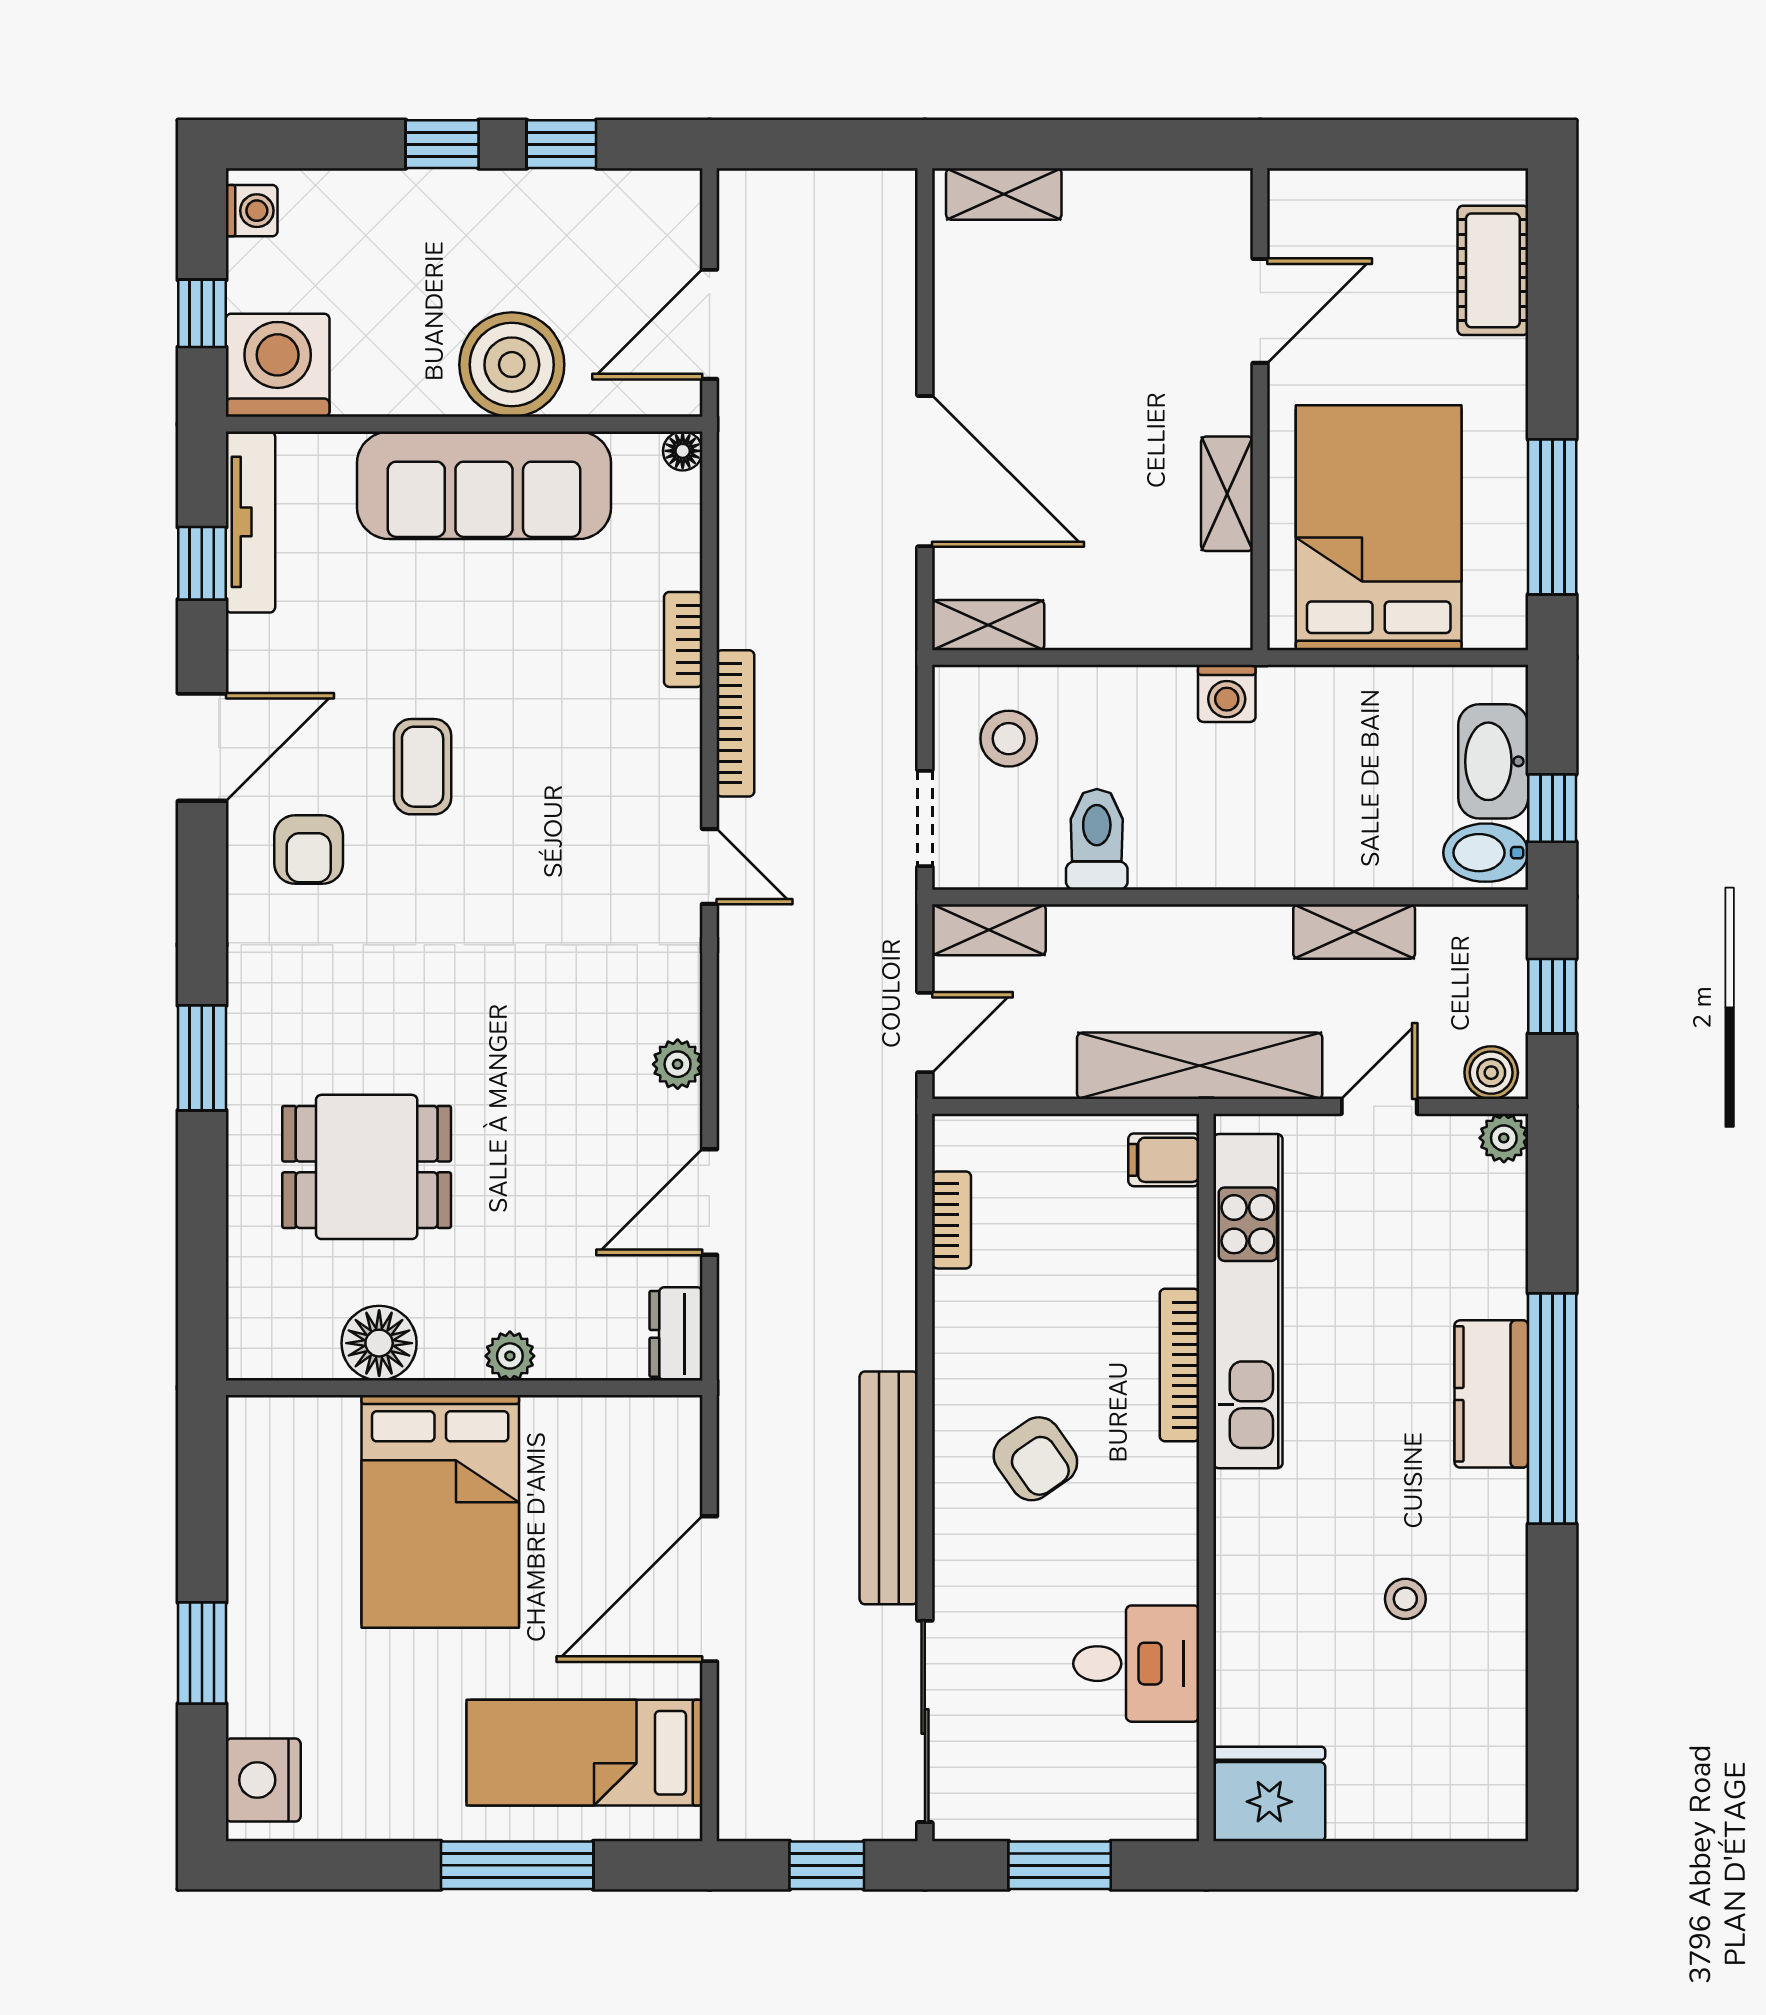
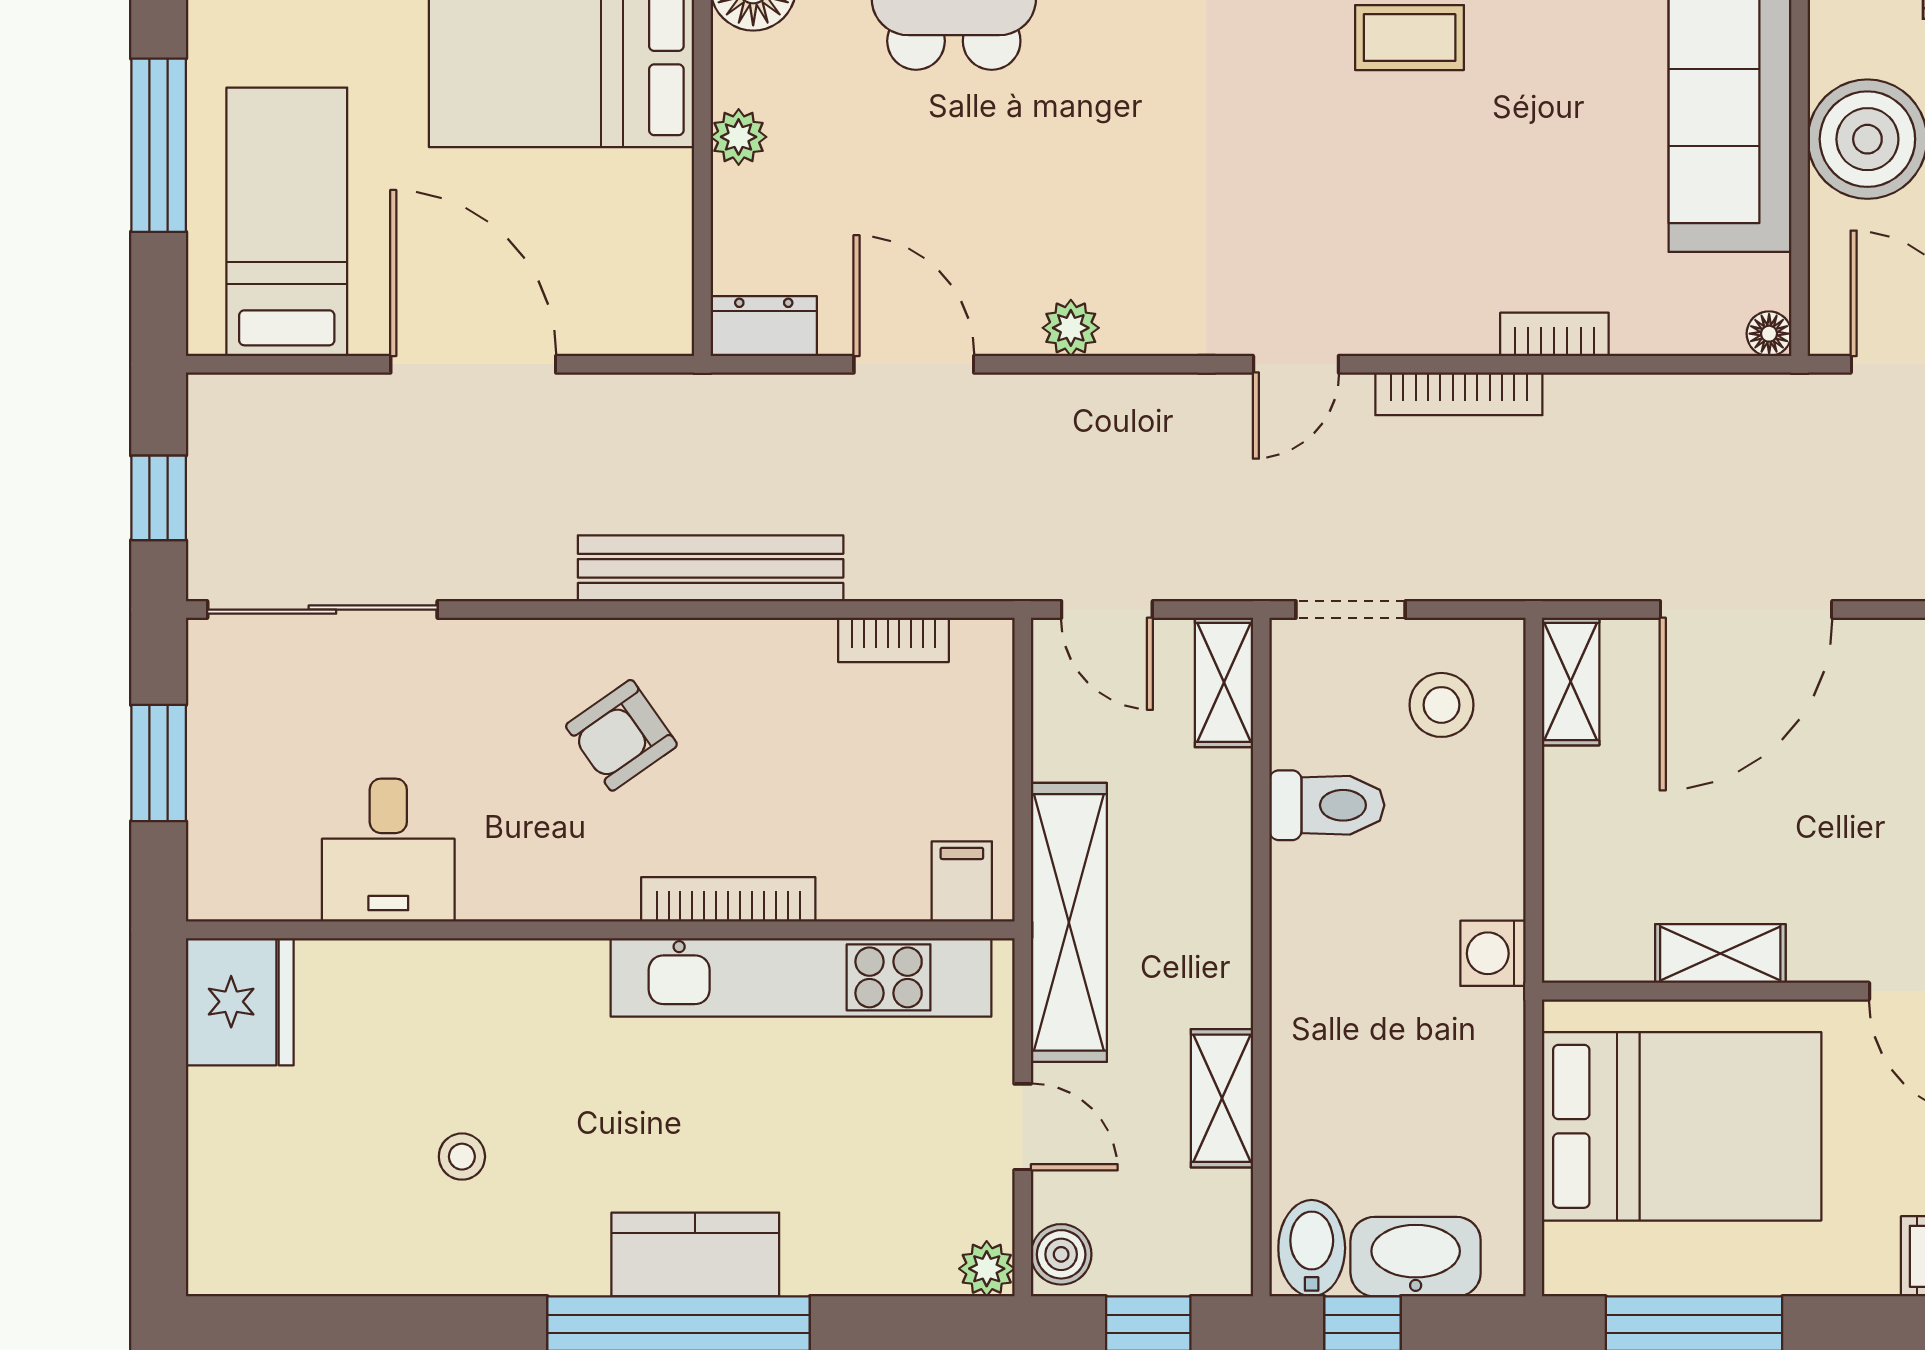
bench: (889, 1488) -> (711, 568), moved

